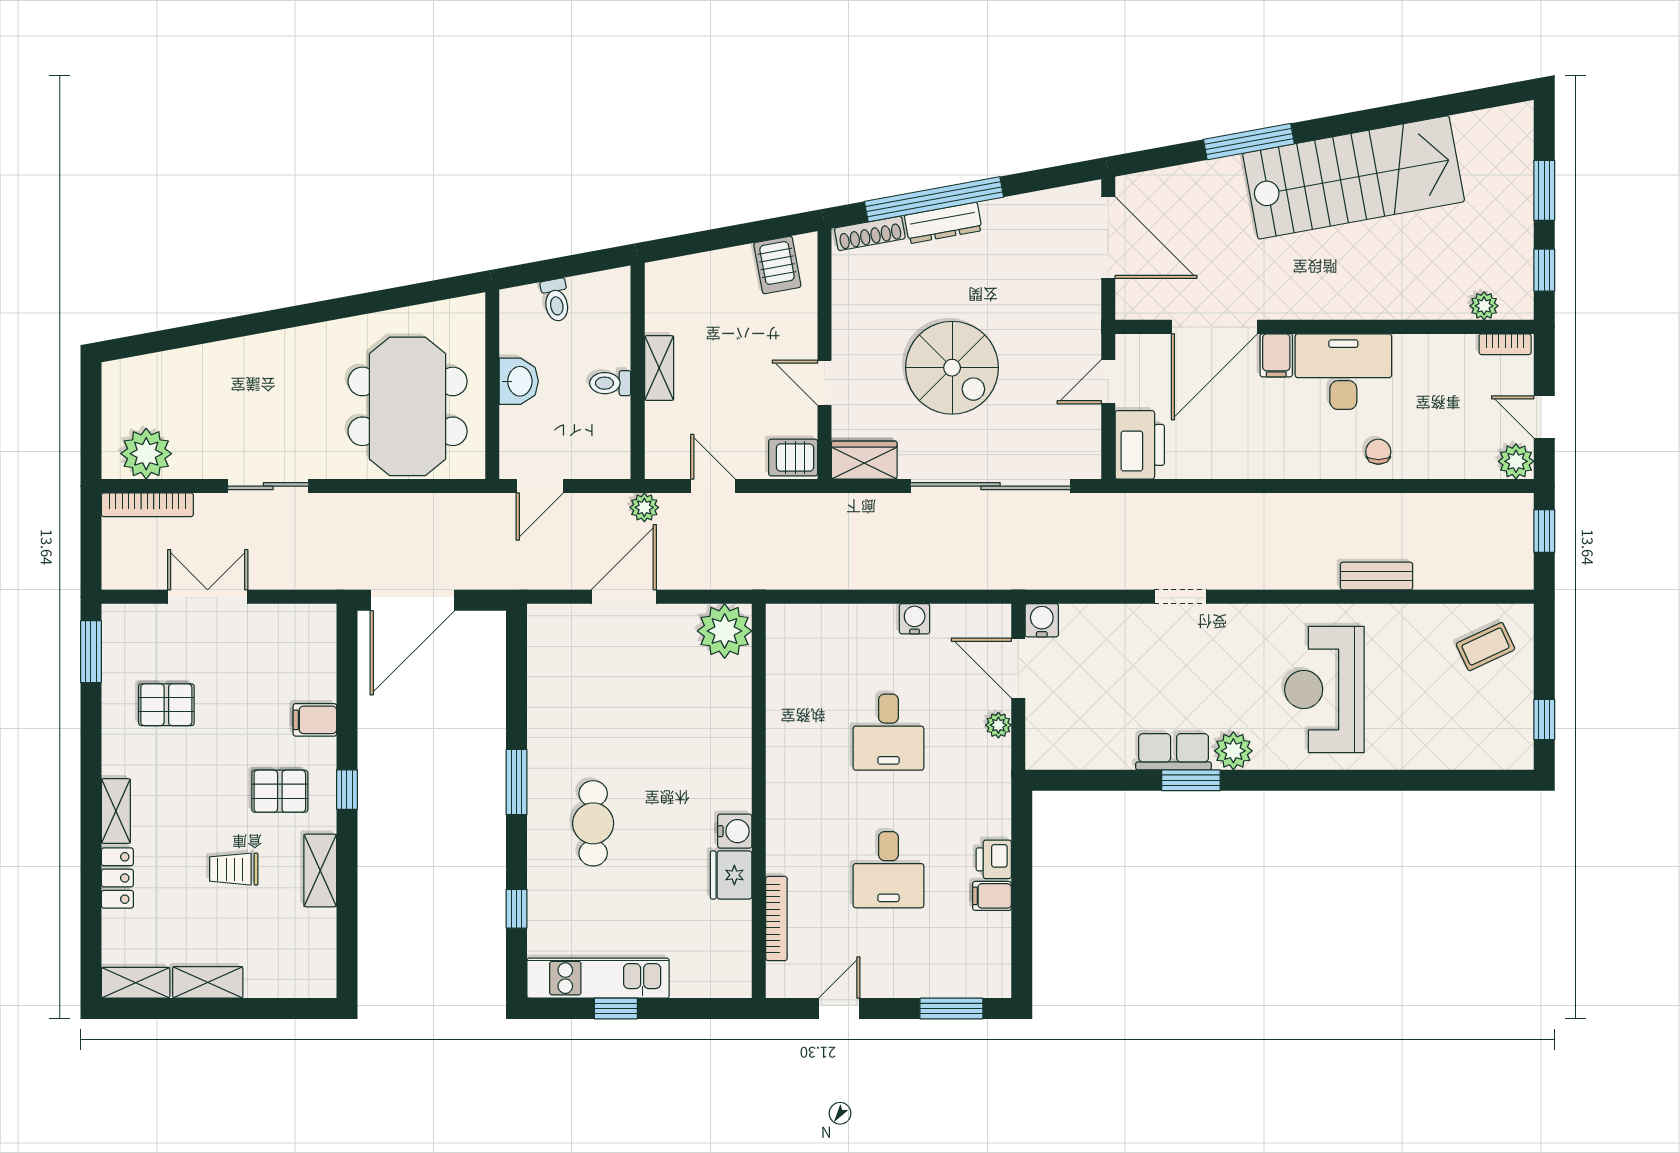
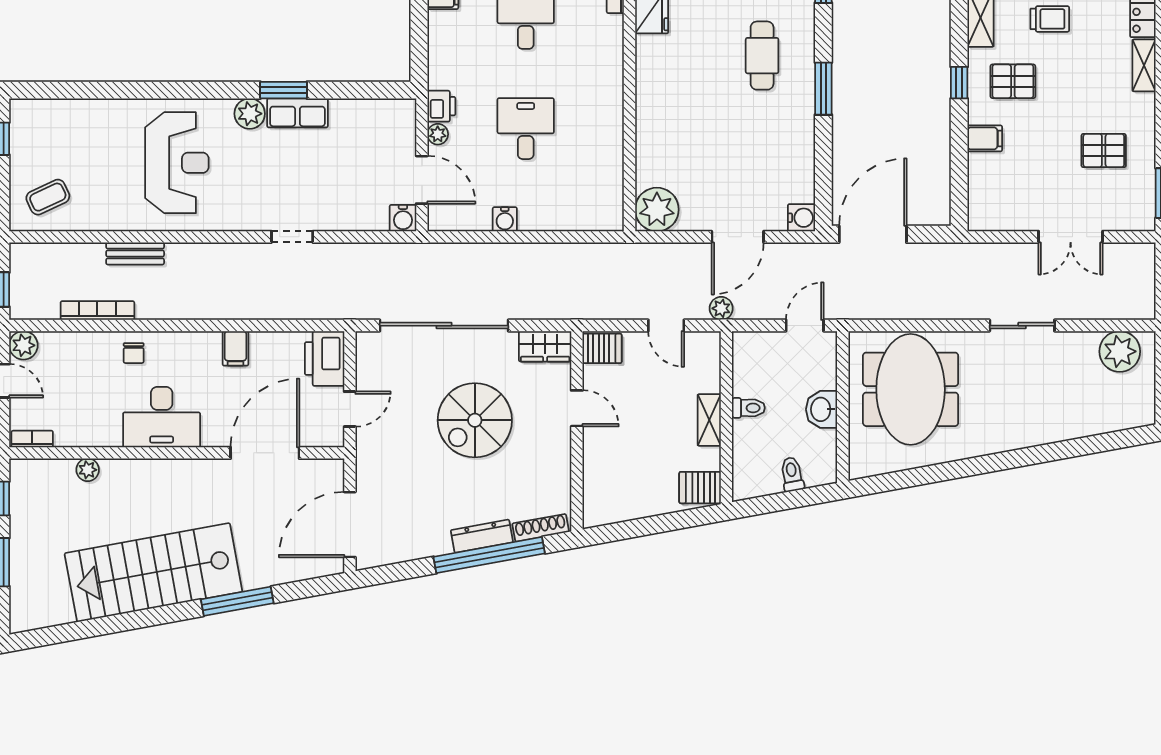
door: (1108, 237) -> (350, 525), hinge flipped
server rack: (777, 265) -> (700, 488), moved, turned -80
plant: (1484, 306) -> (88, 470), moved
filing cabinet: (1276, 355) -> (235, 348), moved, turned 180
spiral stairs: (952, 368) -> (475, 420), turned -90
bookcase: (147, 505) -> (97, 311), moved
door: (412, 600) -> (873, 234), moved
water cooler: (735, 831) -> (801, 218), moved, turned 180
printer: (994, 859) -> (441, 106), moved

